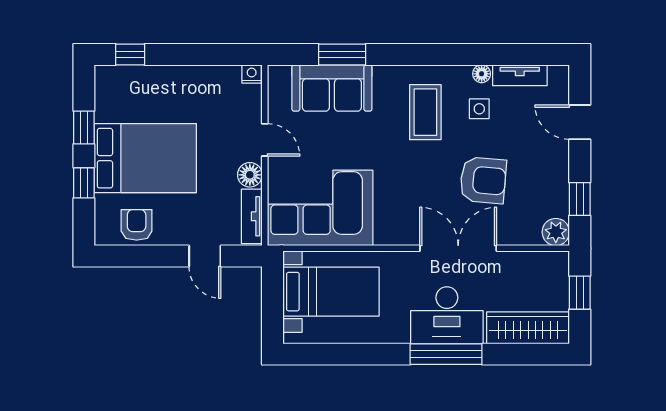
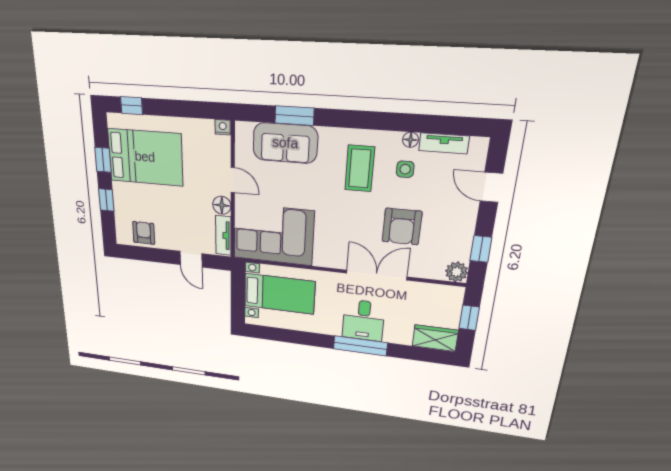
bed: (145, 158) -> (145, 157), moved
armchair: (483, 180) -> (402, 227), turned 85
desk: (447, 315) -> (363, 320), width x0.73
wardrobe: (528, 328) -> (435, 338), width x0.67

